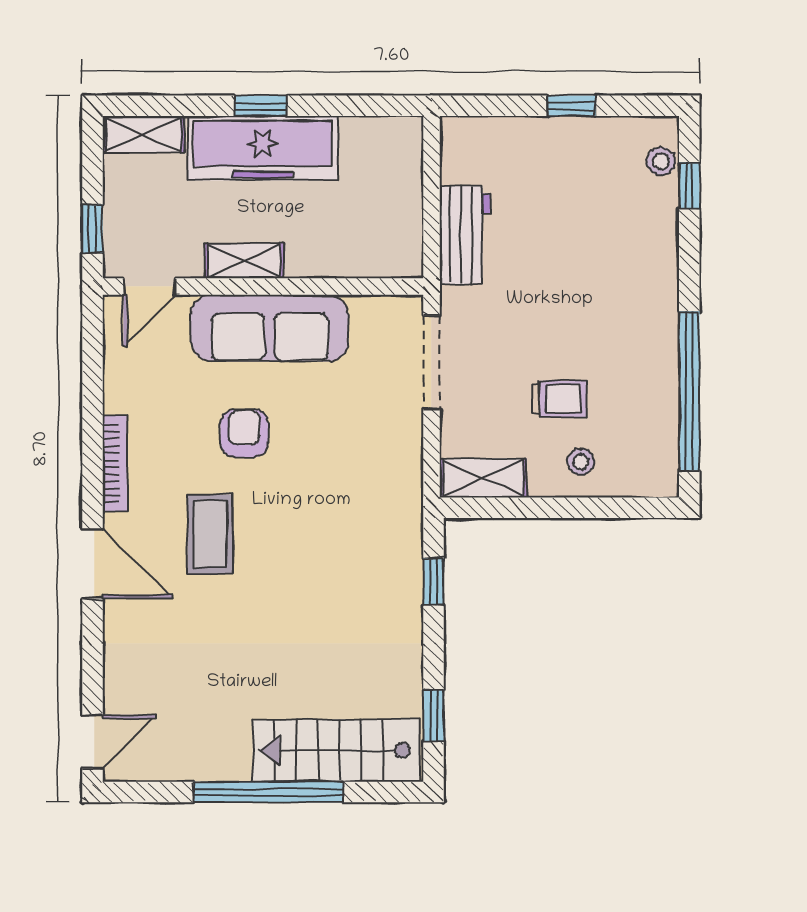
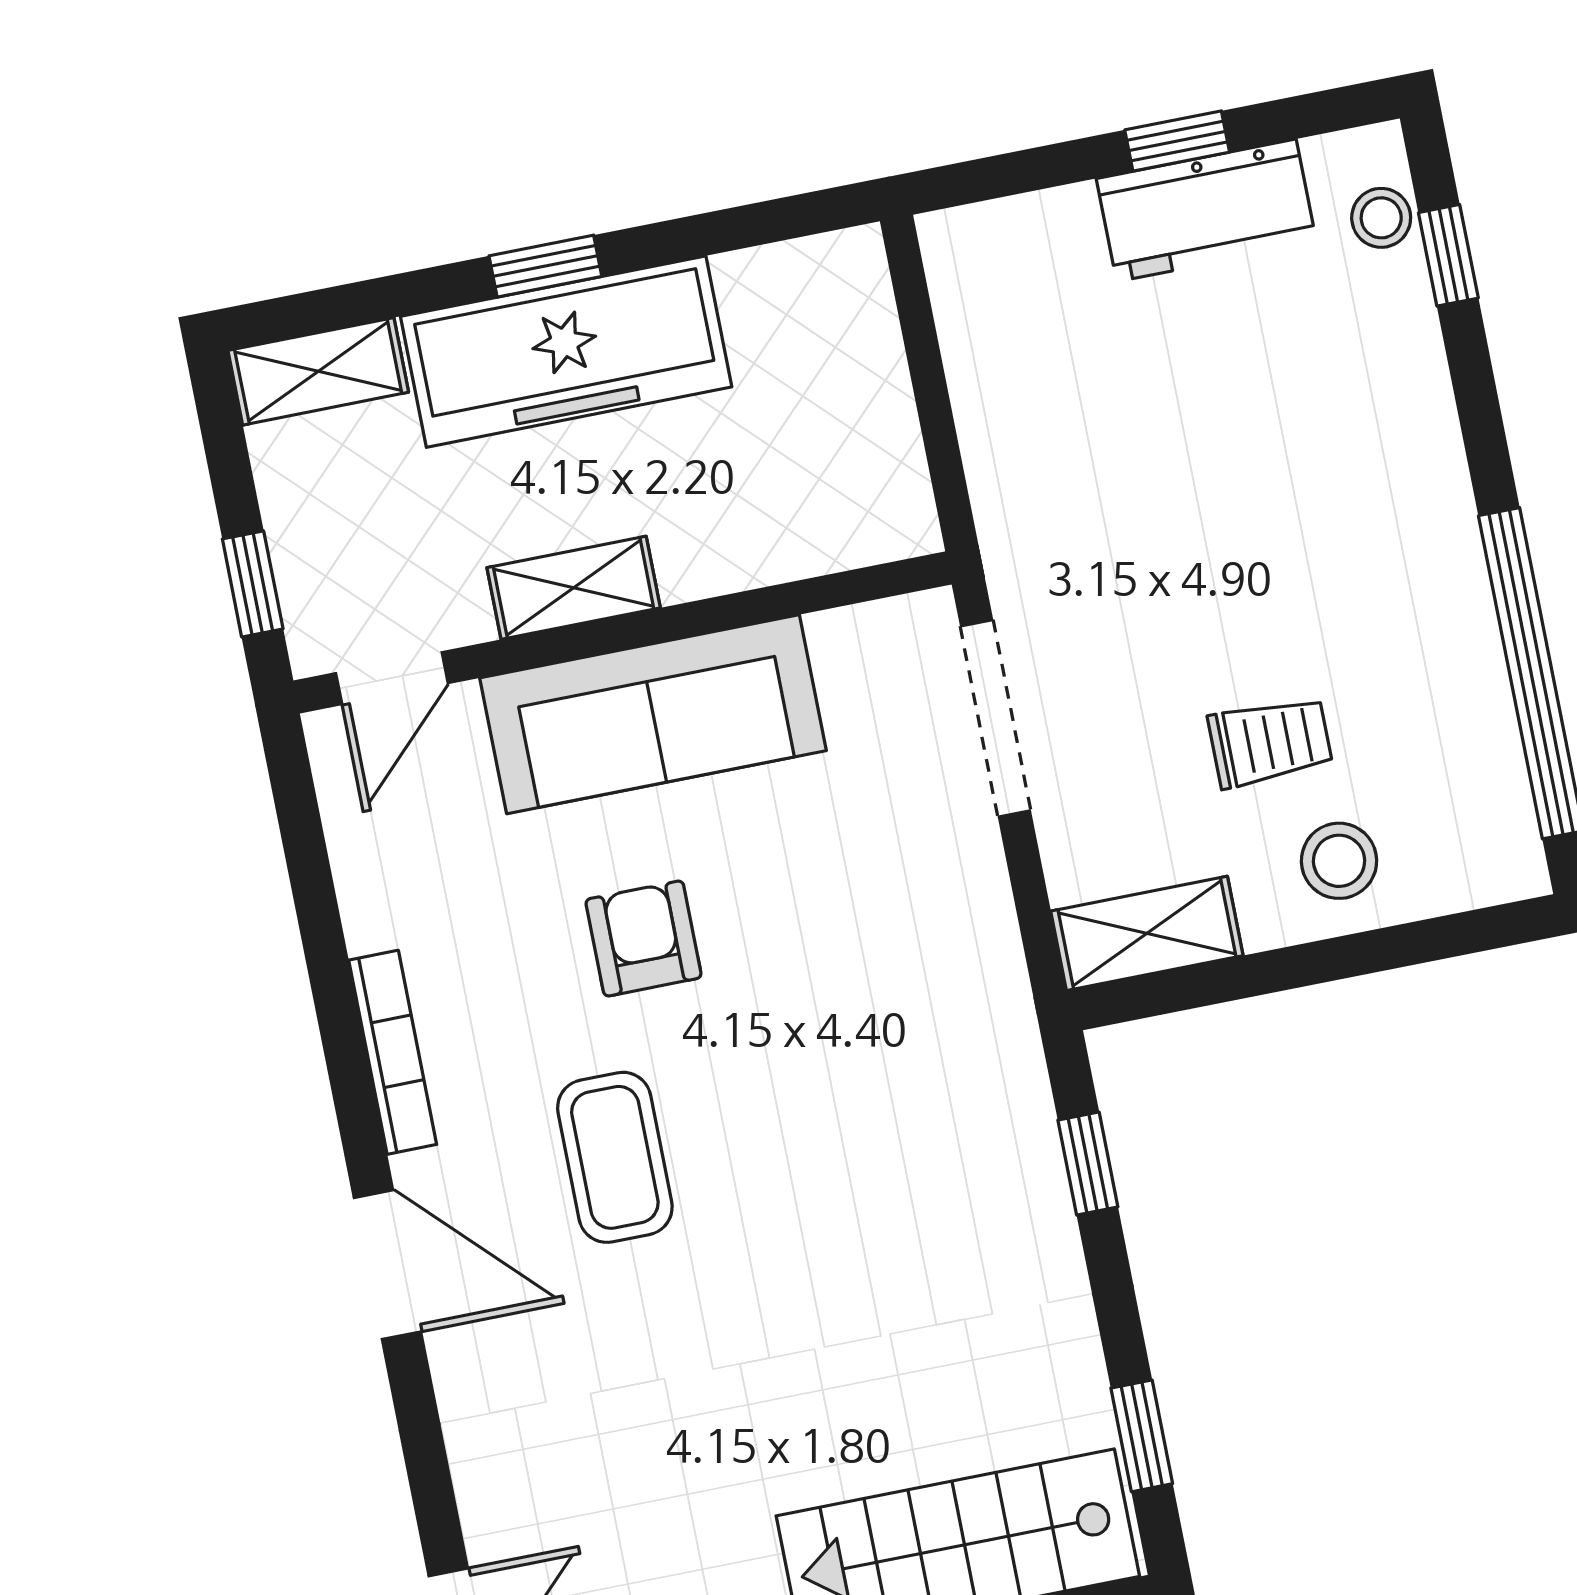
workbench: (465, 235) -> (1206, 210), moved, turned 90
stool: (581, 462) -> (1339, 861), width x1.37, depth x1.37

